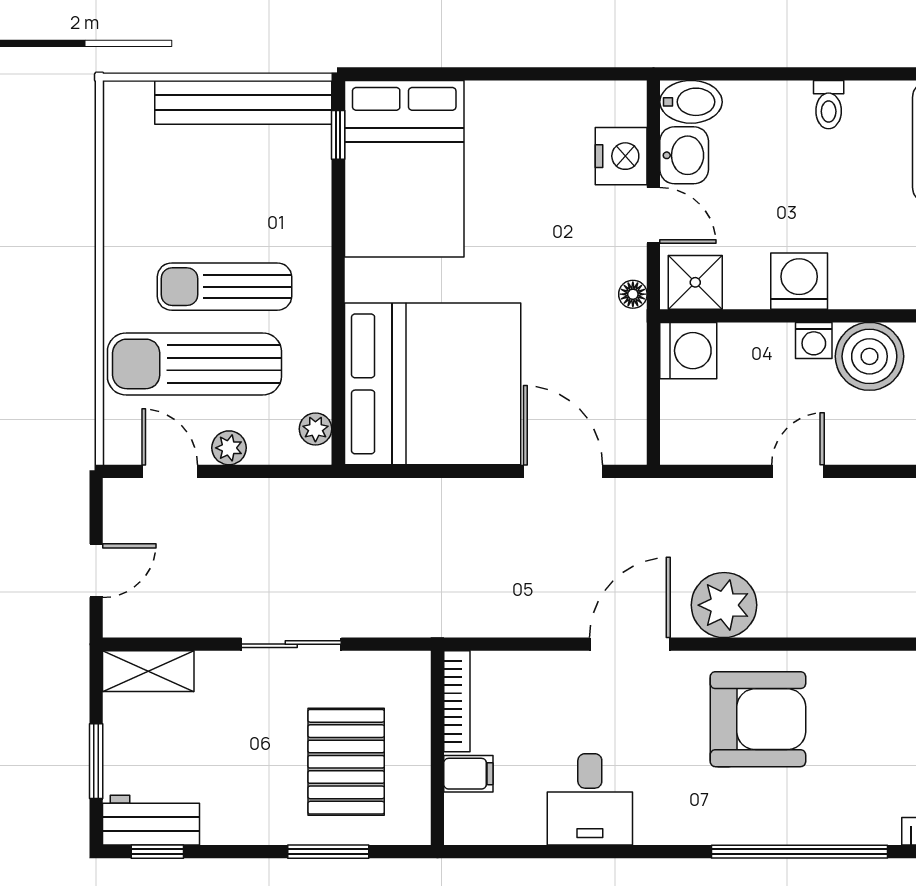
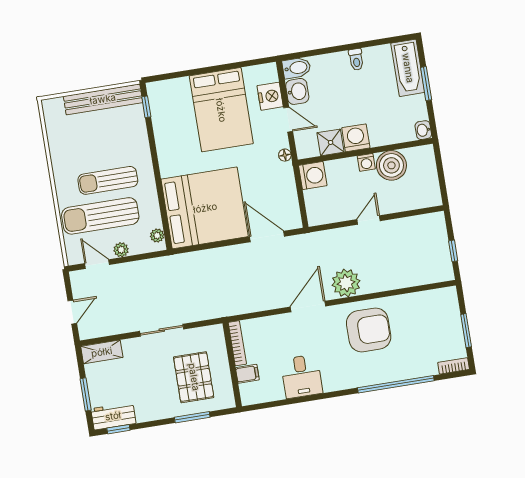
bed: (404, 169) -> (221, 110), moved
shower: (695, 282) -> (331, 142), moved

